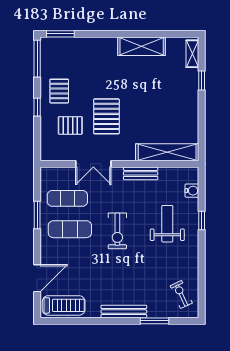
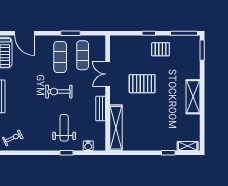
shelving: (142, 46) -> (193, 97), moved
pallet: (70, 125) -> (136, 57), removed
weight bench: (167, 224) -> (64, 128), turned -90

